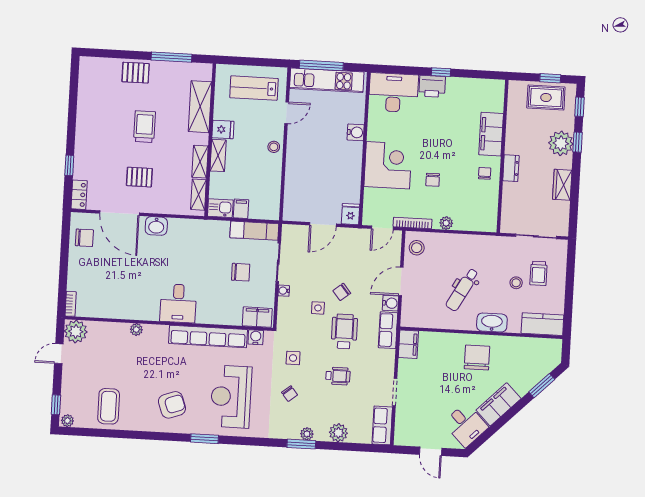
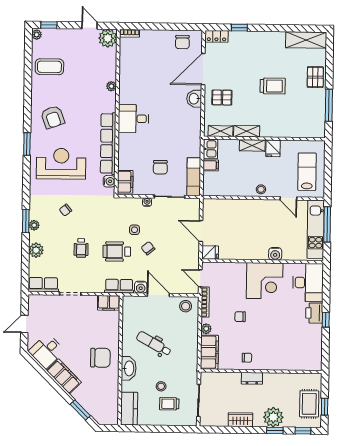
shelving: (200, 107) -> (306, 40), moved
filing cabinet: (491, 134) -> (209, 352), moved, turned 90
corner desk: (388, 165) -> (265, 281), moved
pallet: (139, 177) -> (222, 98), moved, turned 90
wheelchair: (344, 331) -> (117, 252), turned 180
side table: (293, 358) -> (94, 212), removed

